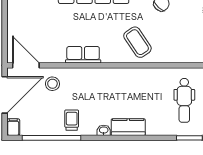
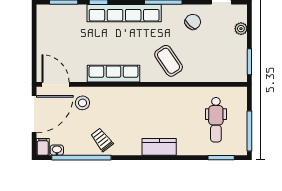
row of seats: (83, 55) -> (113, 74), width x1.48
trolley: (72, 120) -> (102, 140), turned -38
washbasin: (104, 130) -> (57, 150), moved

